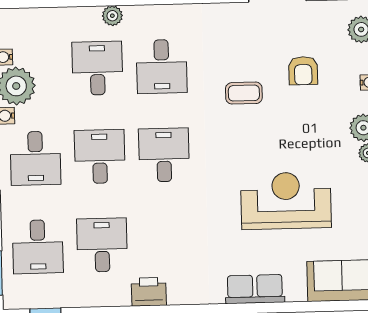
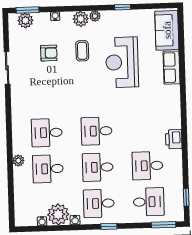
desk: (162, 66) -> (47, 133), turned 180
coffee table: (244, 93) -> (82, 51), moved
desk: (35, 158) -> (99, 203), turned 180
row of seats: (255, 289) -> (171, 68), moved

